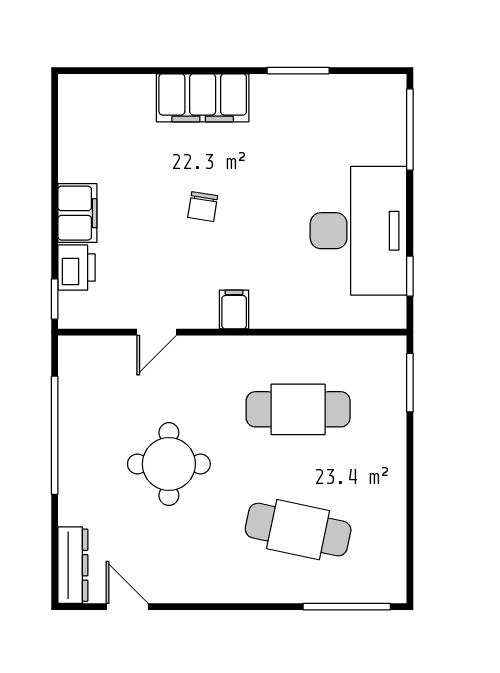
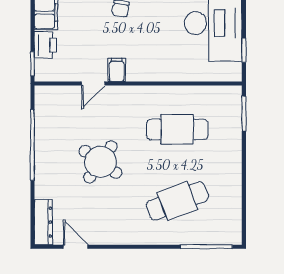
filing cabinet: (234, 309) -> (117, 70), moved
round table: (169, 464) -> (100, 162), turned 35
cafe table: (298, 530) -> (177, 201), turned -33

